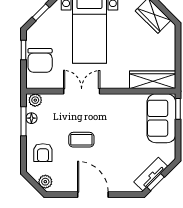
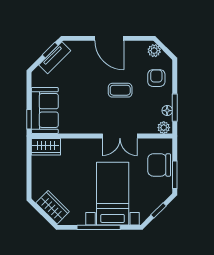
window: (24, 50) -> (175, 175), width x1.50
chair: (40, 60) -> (159, 165), turned -90
wardrobe: (153, 80) -> (46, 147), width x0.67

